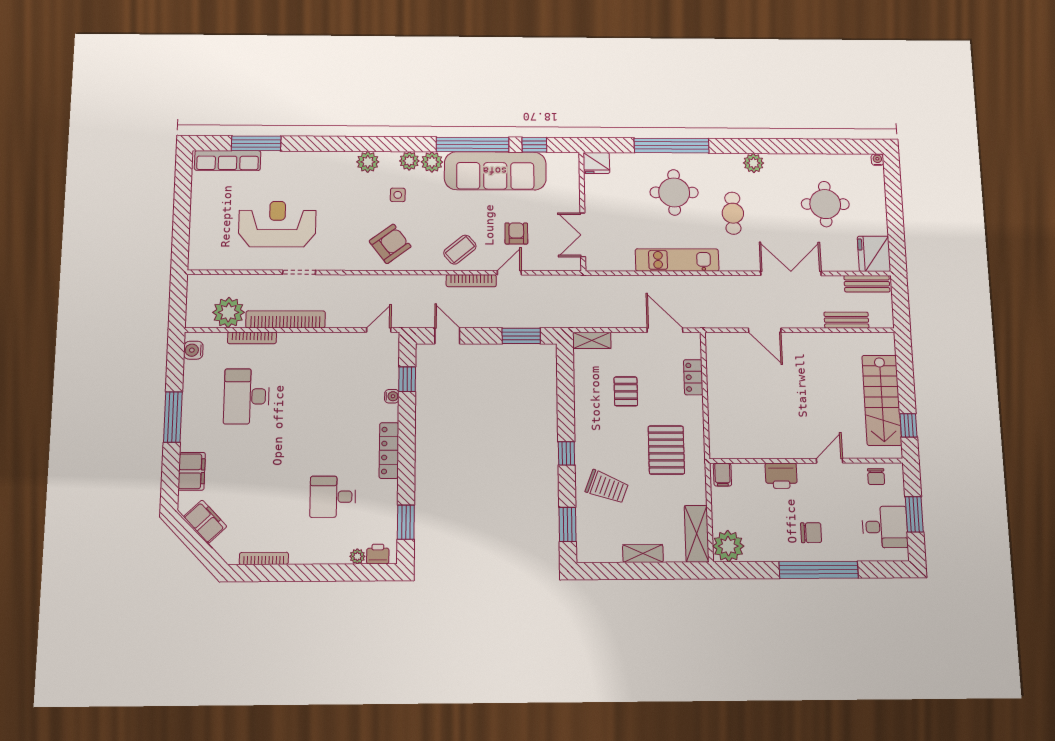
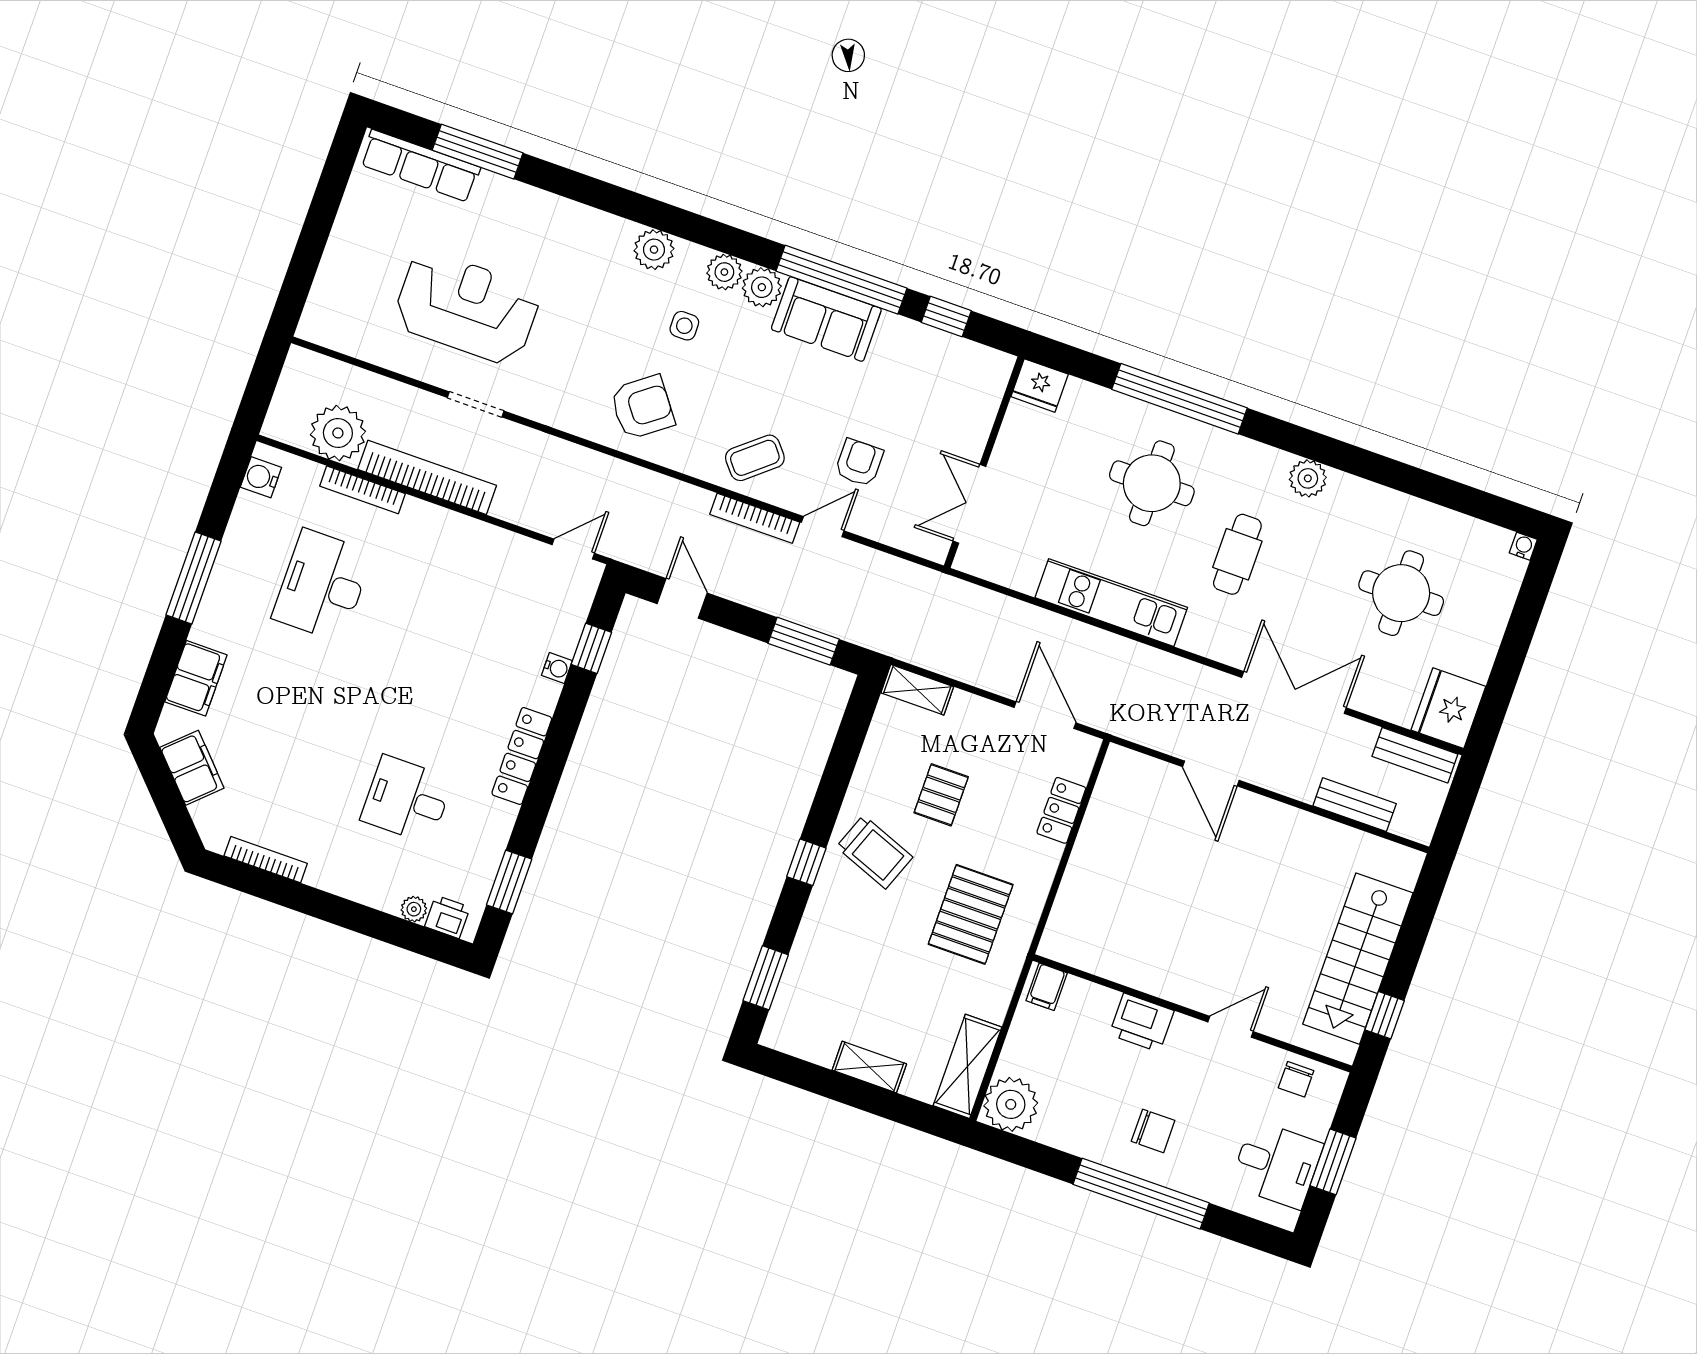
sofa: (495, 171) -> (826, 319), width x0.54, depth x0.79
trolley: (607, 487) -> (875, 852), moved

